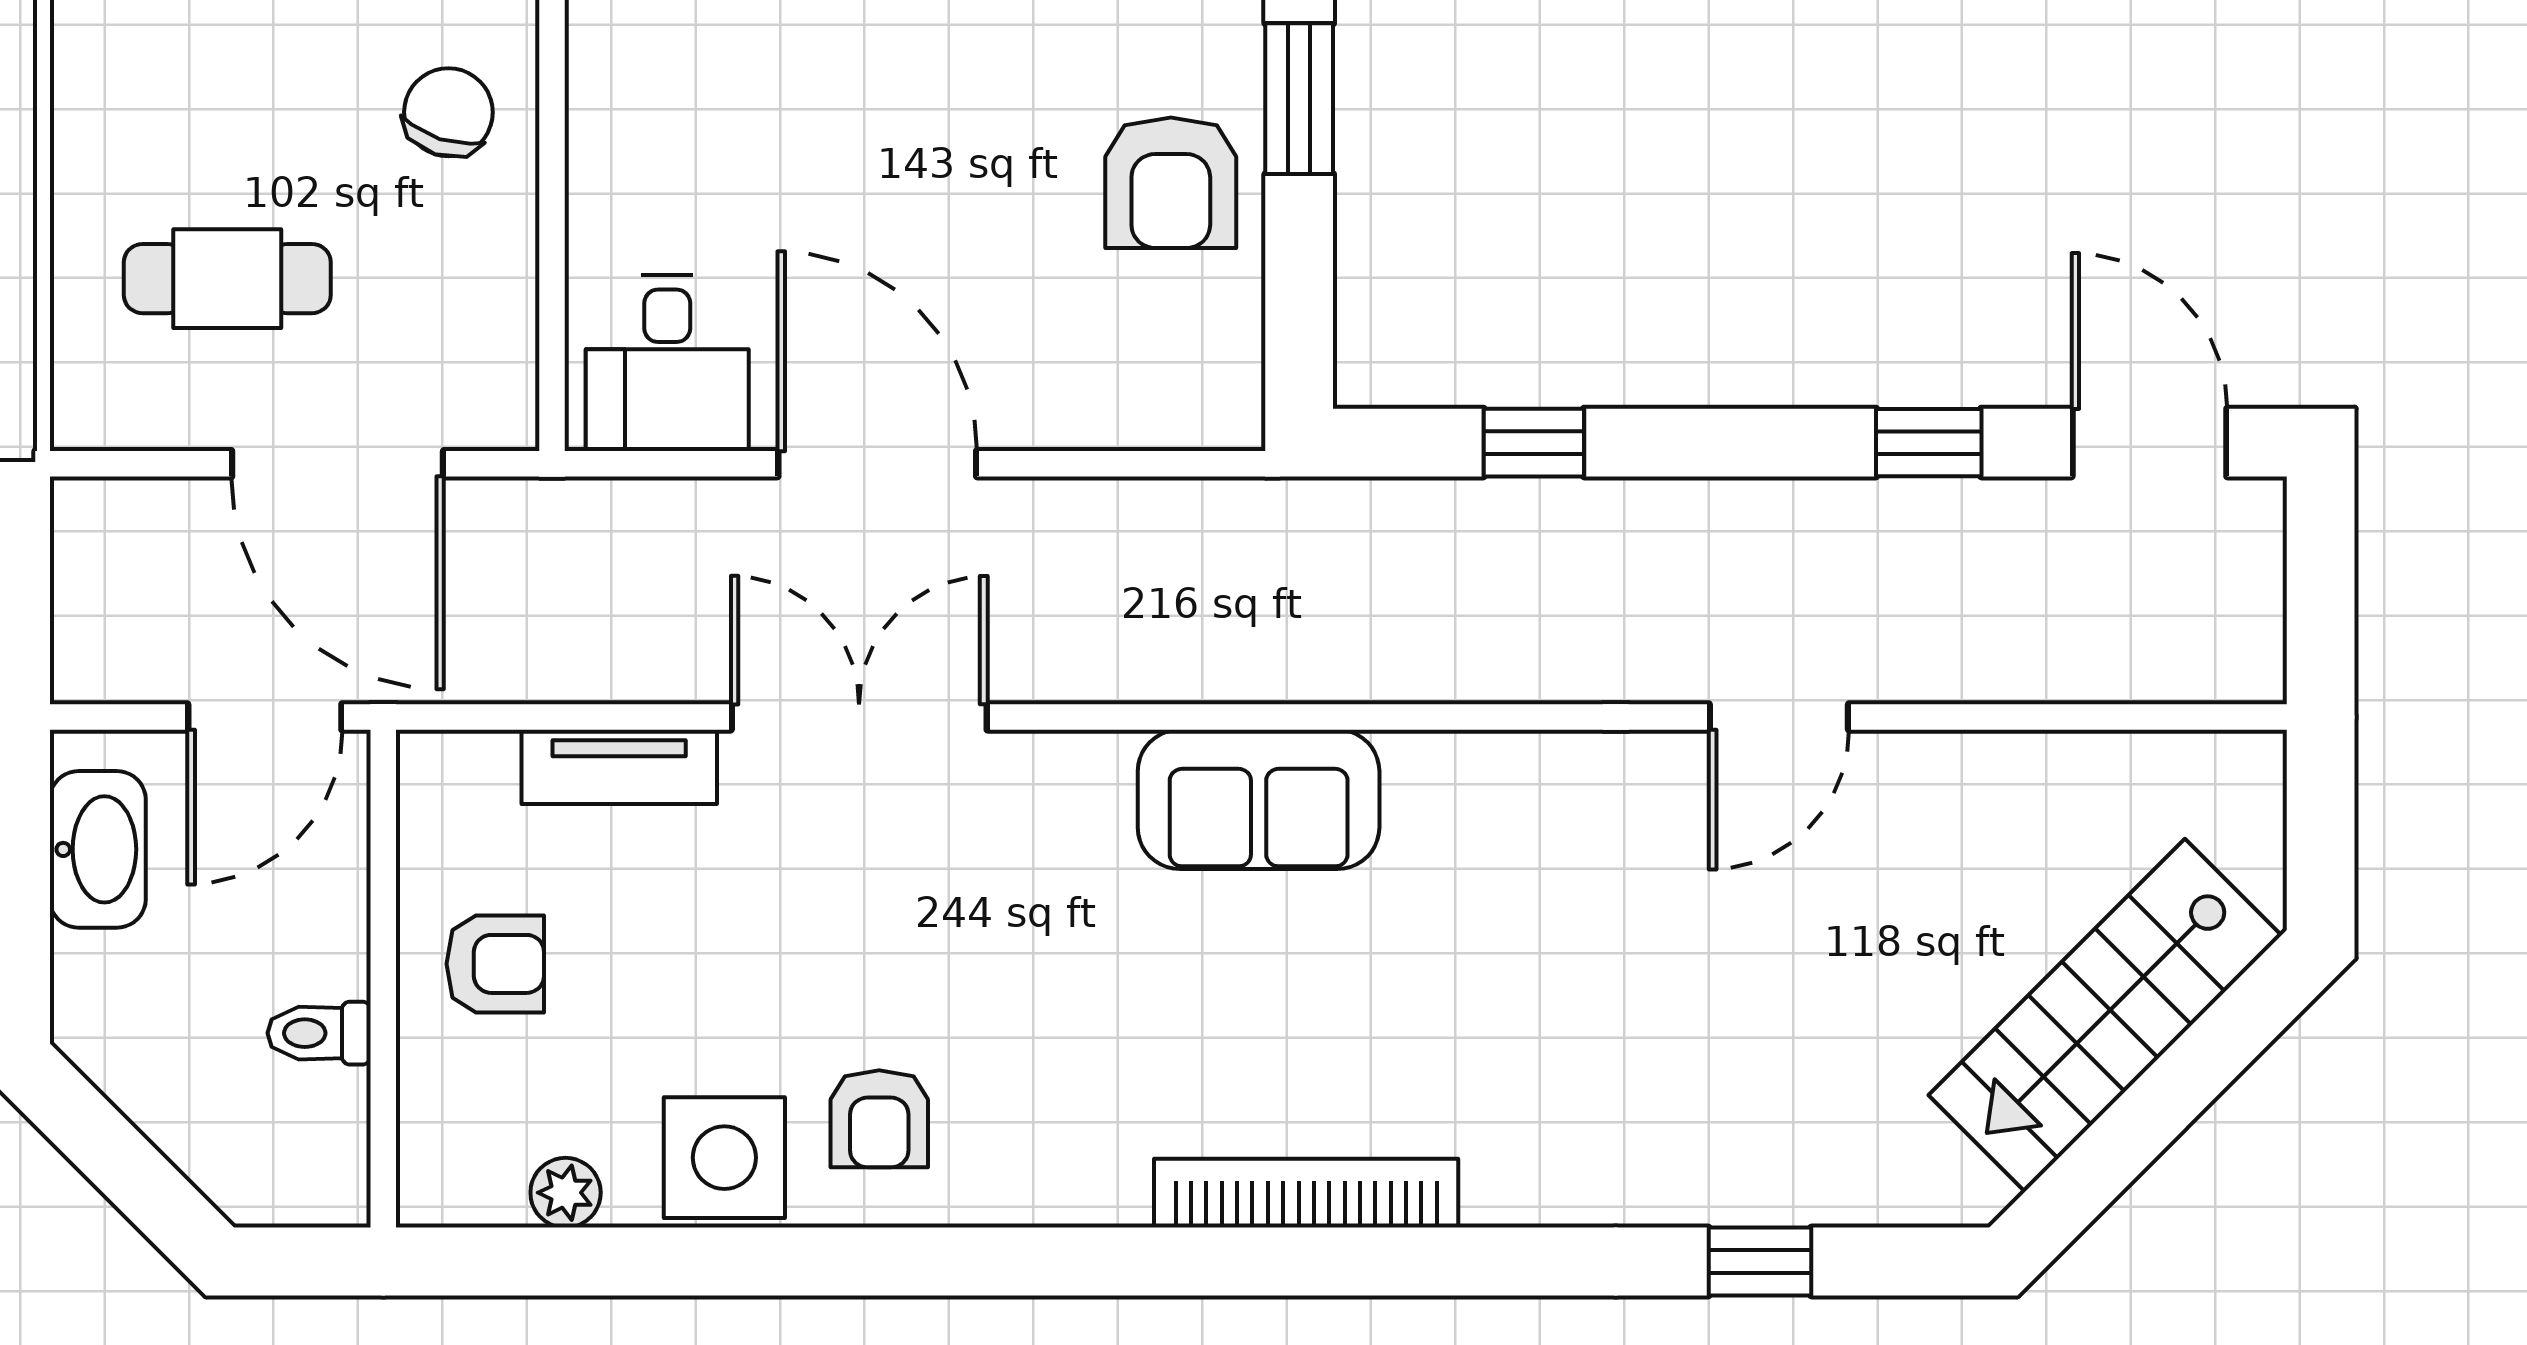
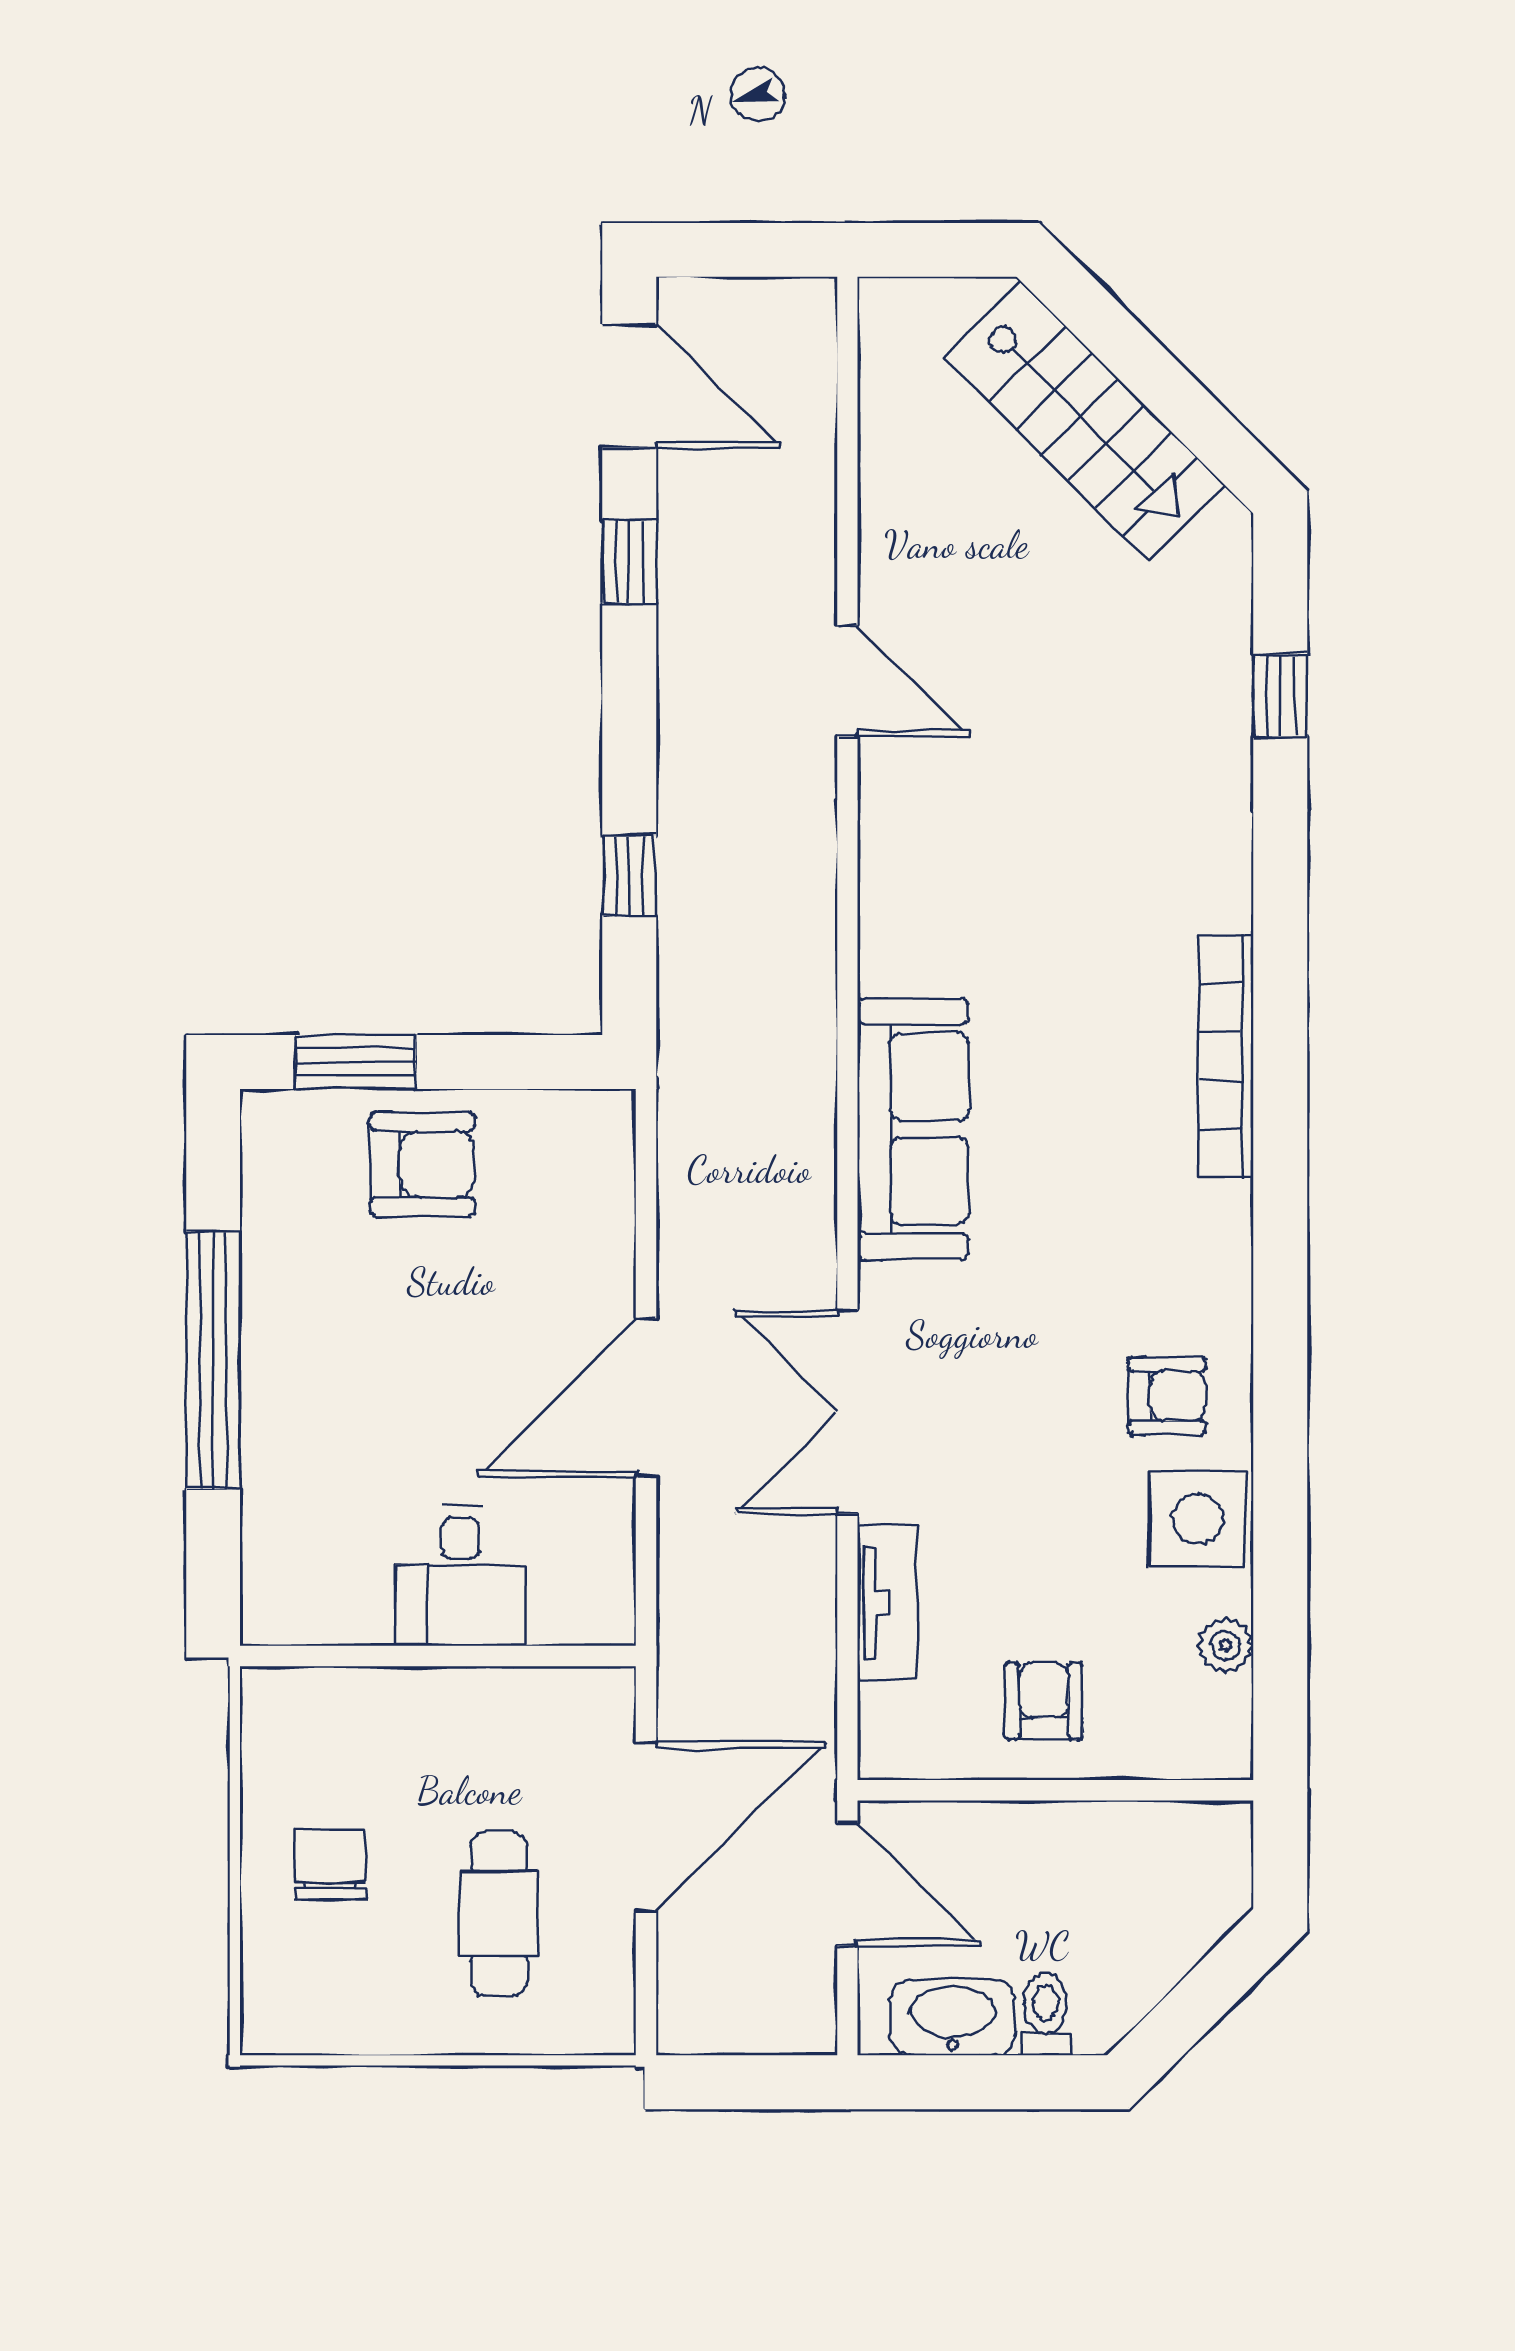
chair: (448, 112) -> (330, 1864), moved, turned 72
desk: (667, 363) -> (460, 1576), moved, turned 90
door: (2149, 443) -> (629, 386), swing flipped
sofa: (1259, 799) -> (913, 1129), width x1.36
toilet: (319, 1033) -> (1045, 2014), moved, turned 180

